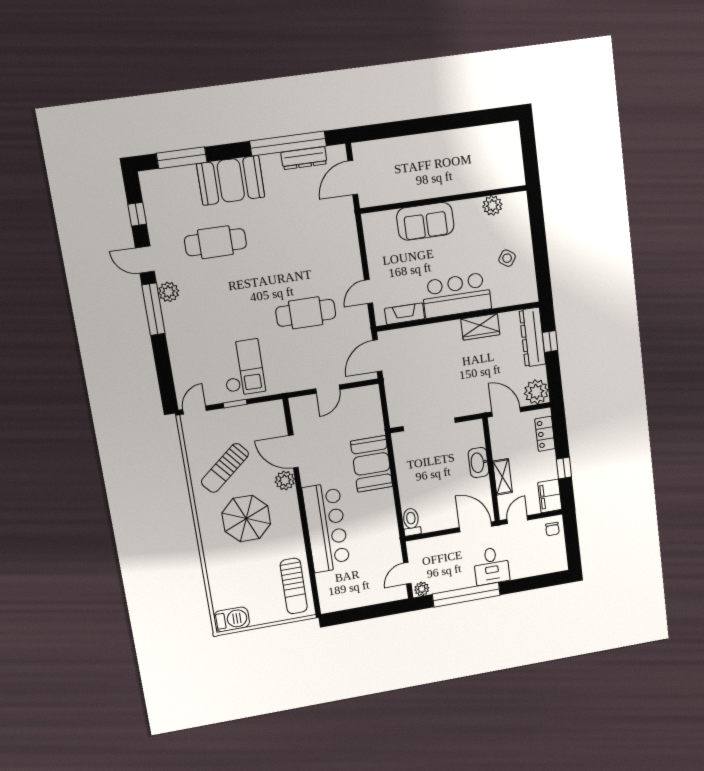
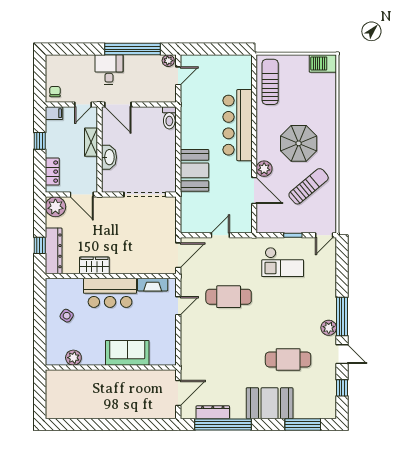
checkout: (243, 368) -> (283, 262), turned -90
filing cabinet: (550, 496) -> (54, 113), width x0.50

